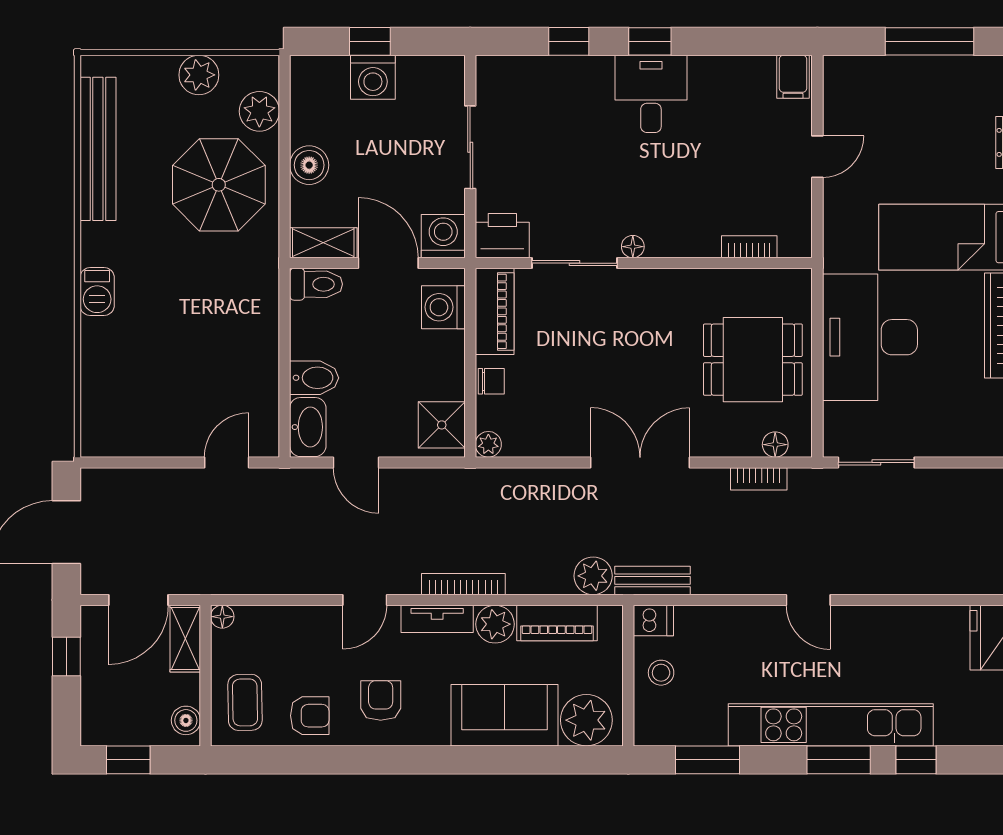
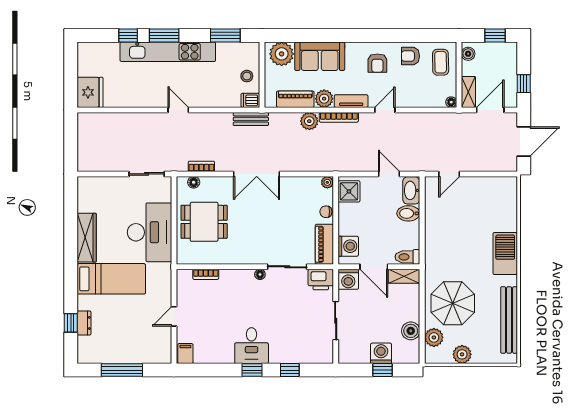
boiler: (309, 165) -> (411, 331), moved
barbecue: (97, 292) -> (505, 254), width x1.88, depth x1.53
plant: (593, 576) -> (309, 121), moved

